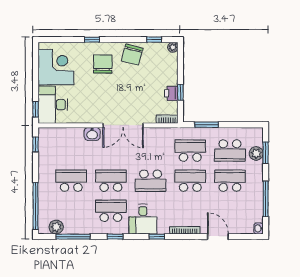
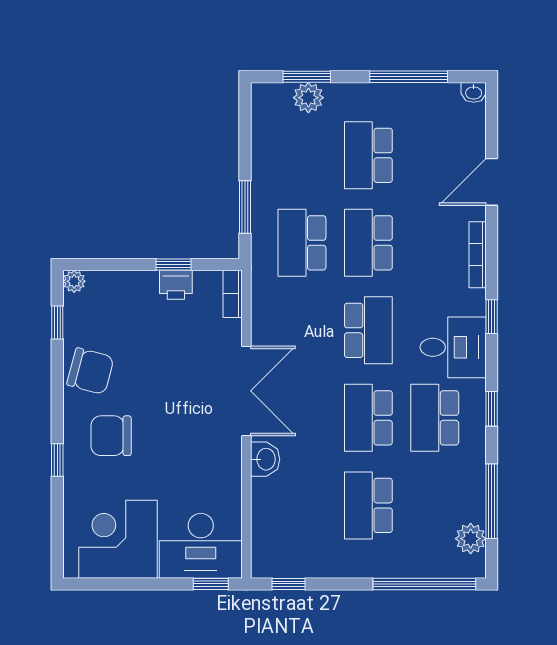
school desk: (230, 151) -> (302, 155), removed

